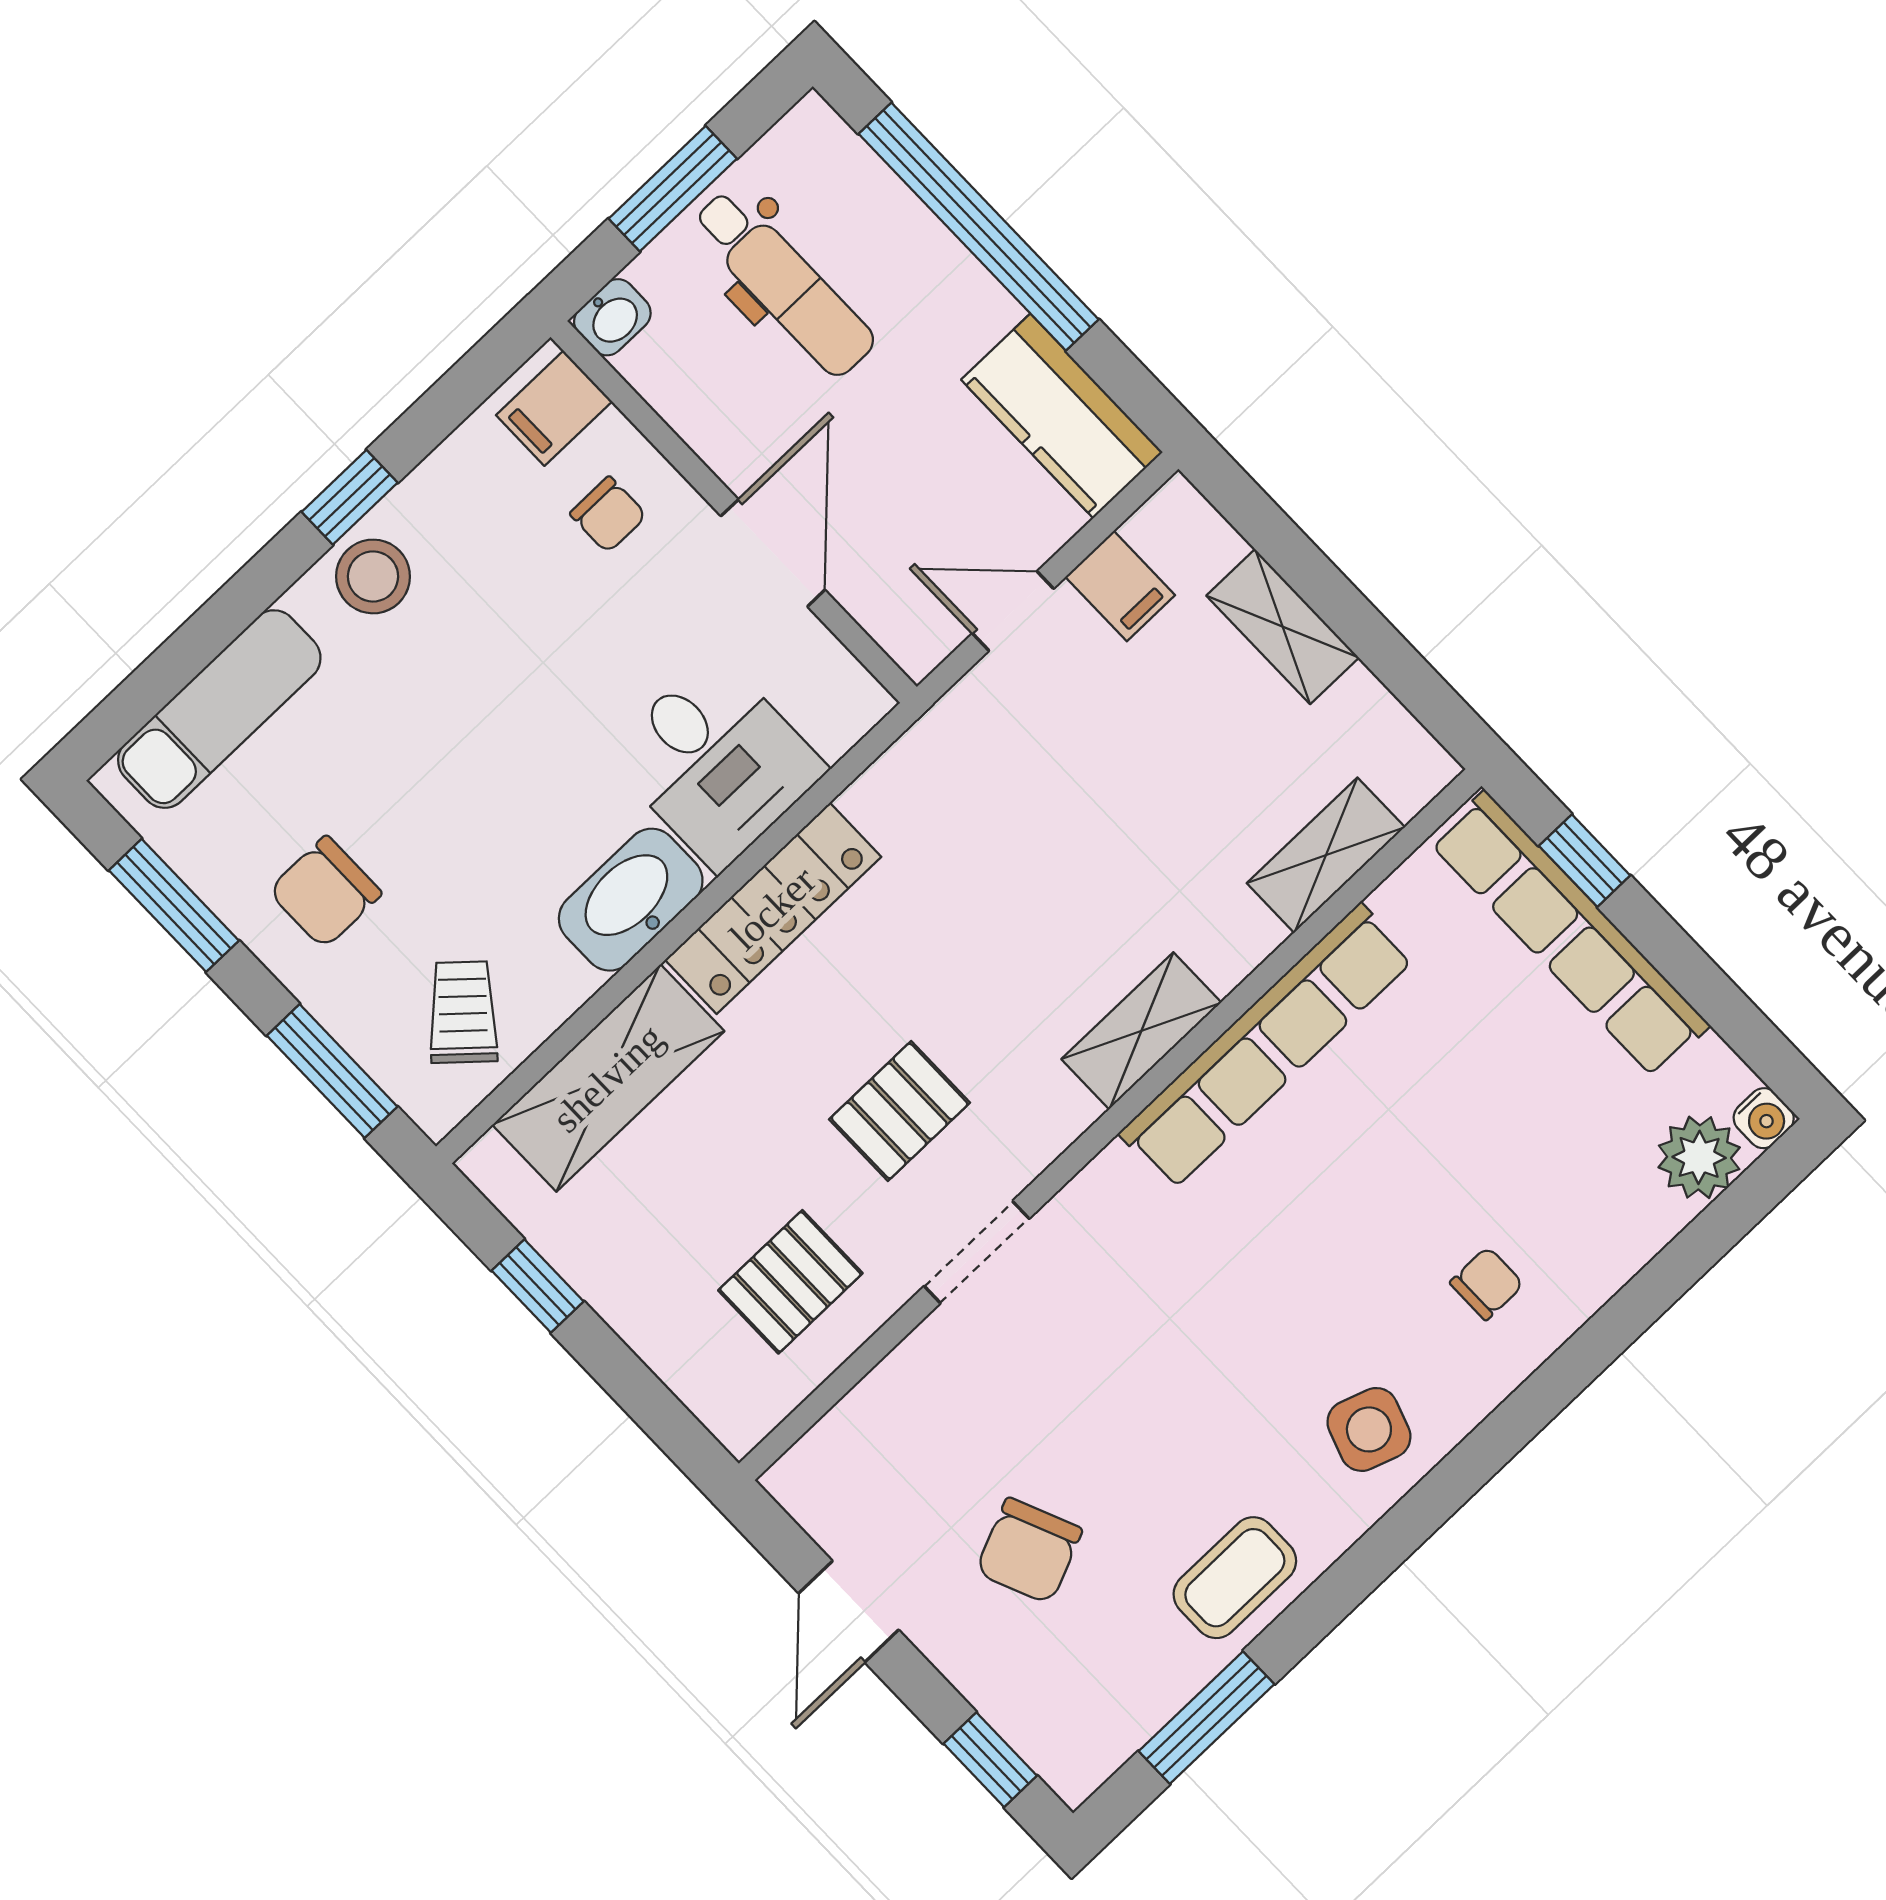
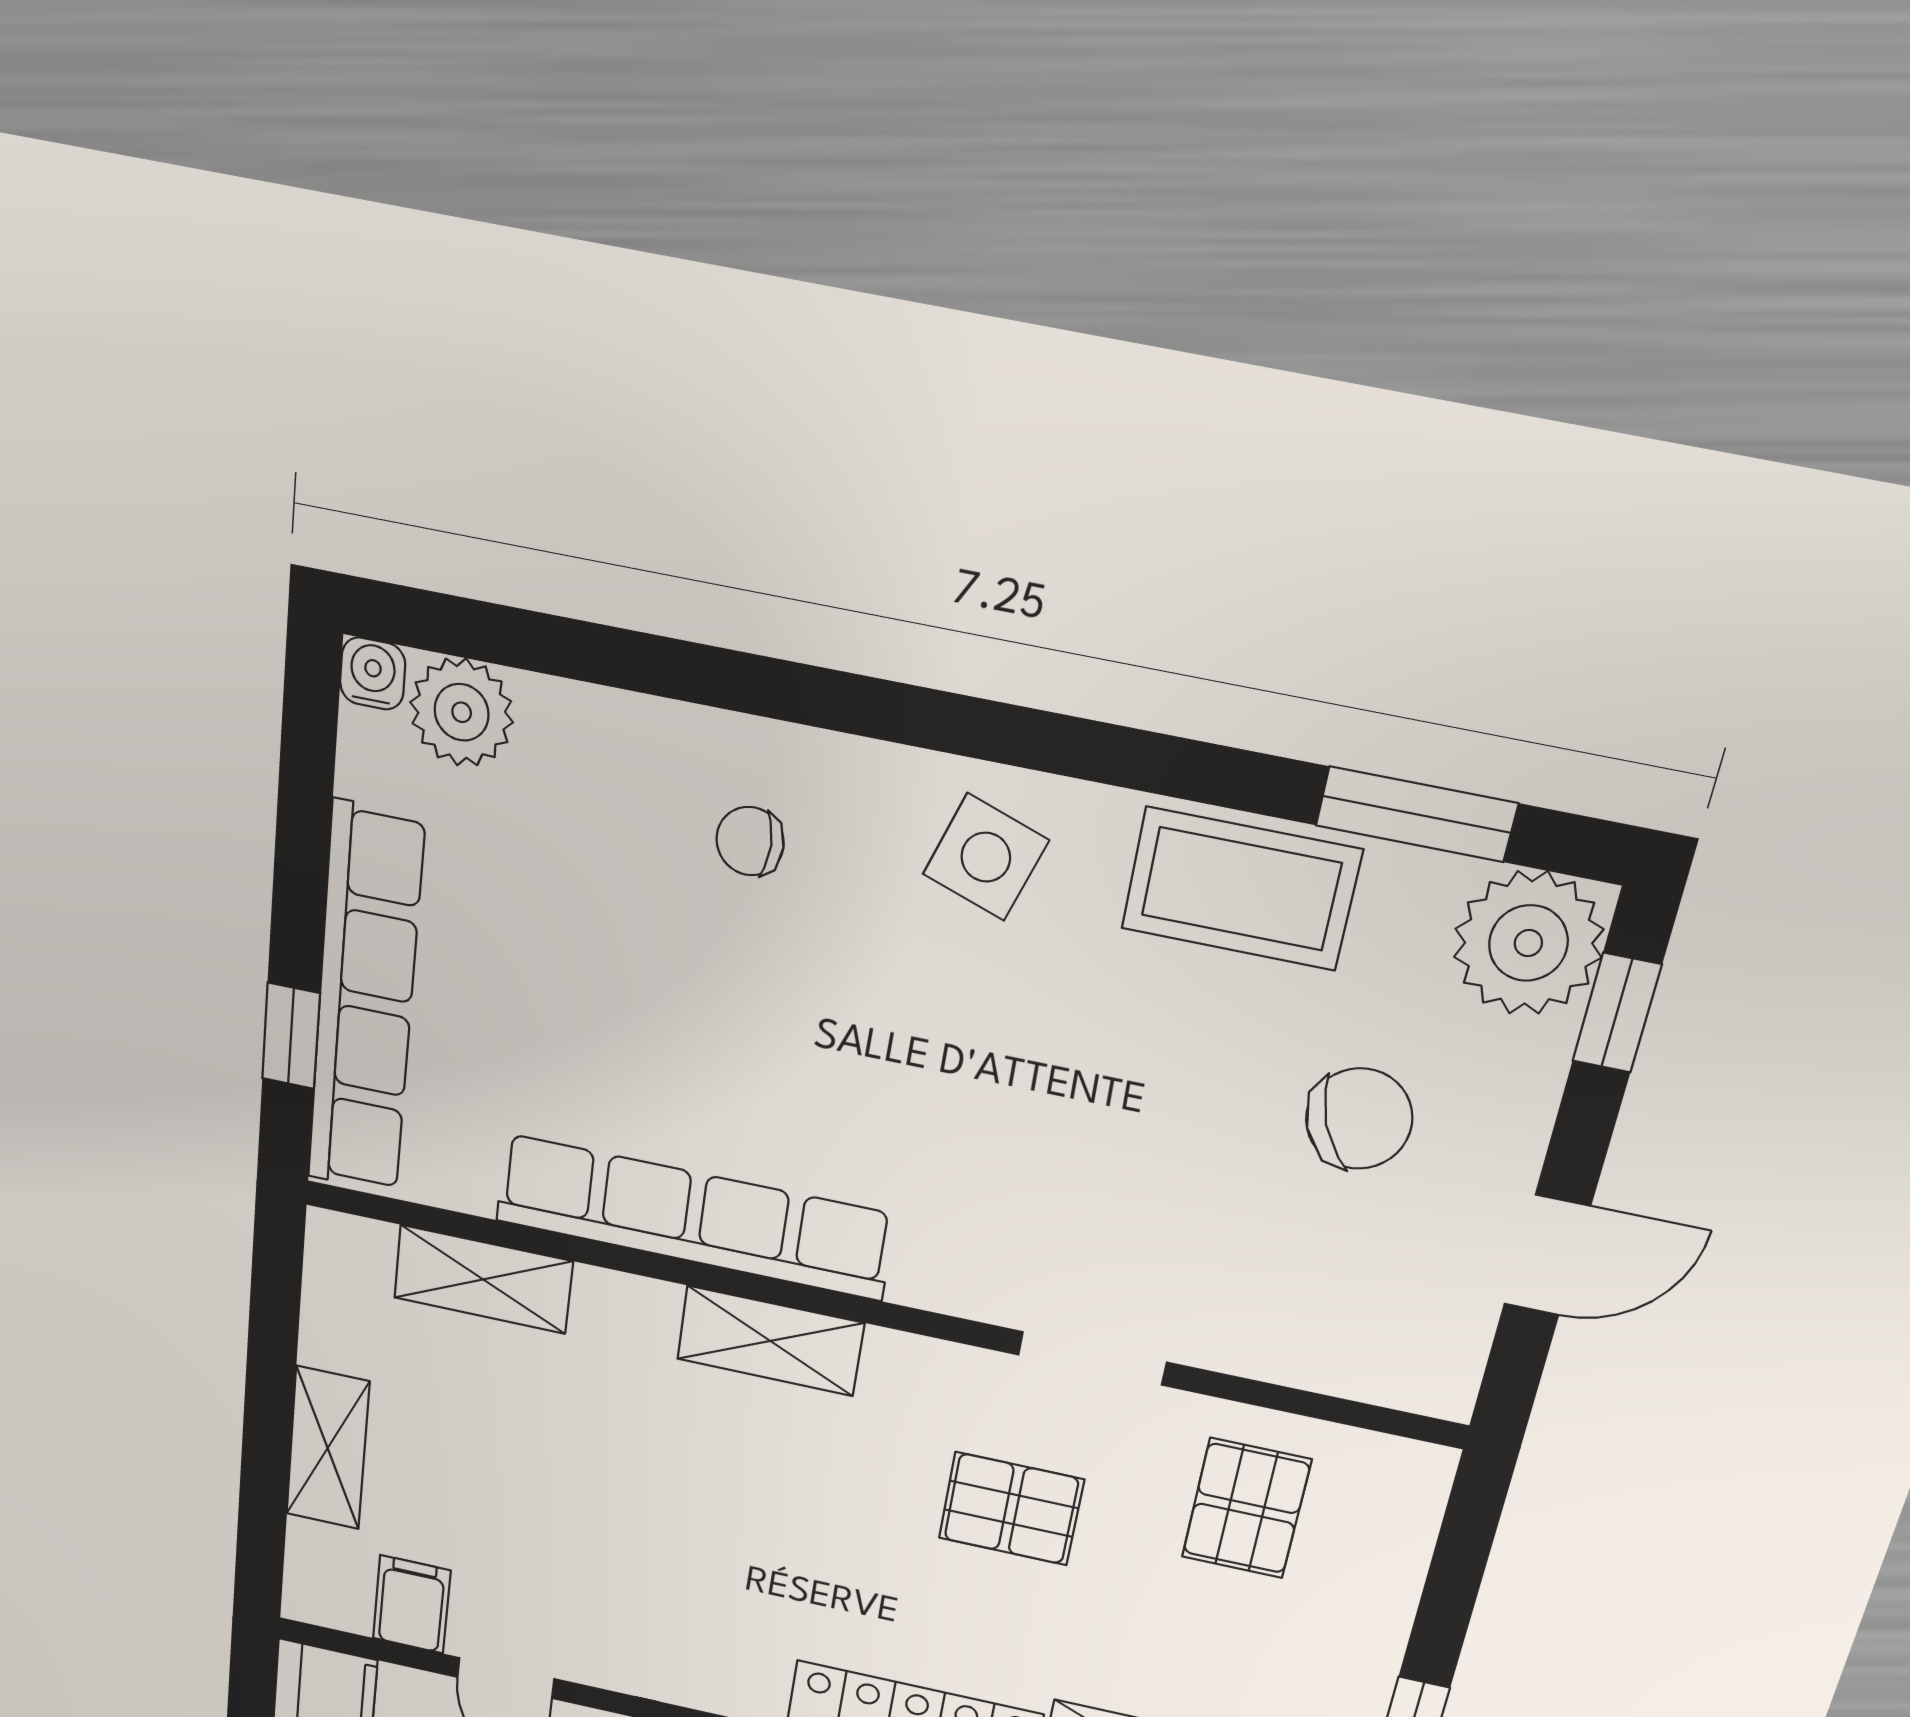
pallet: (790, 1282) -> (1246, 1508), turned 90
coffee table: (1235, 1578) -> (1241, 889), width x1.36, depth x1.30
plant: (1075, 1734) -> (1528, 943), added

